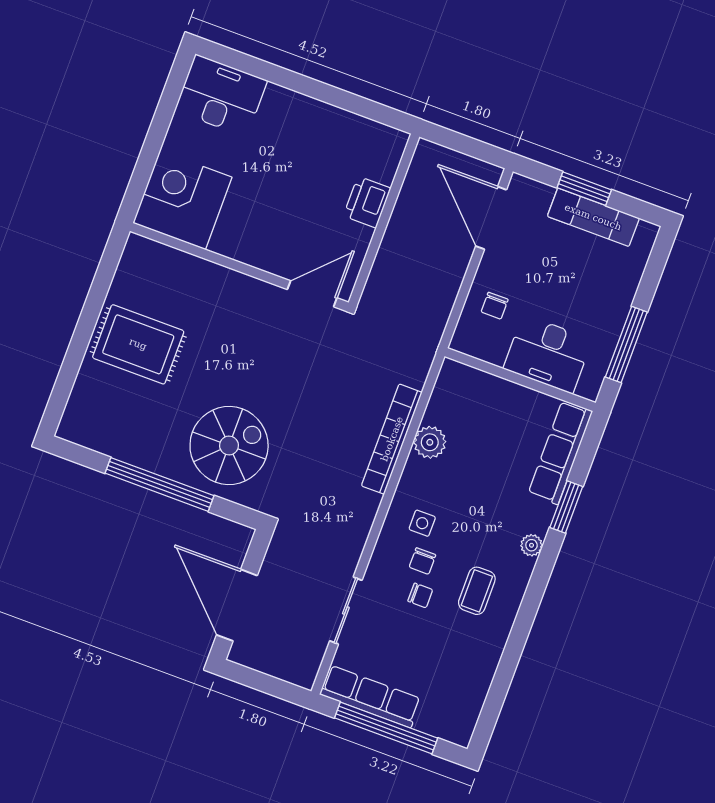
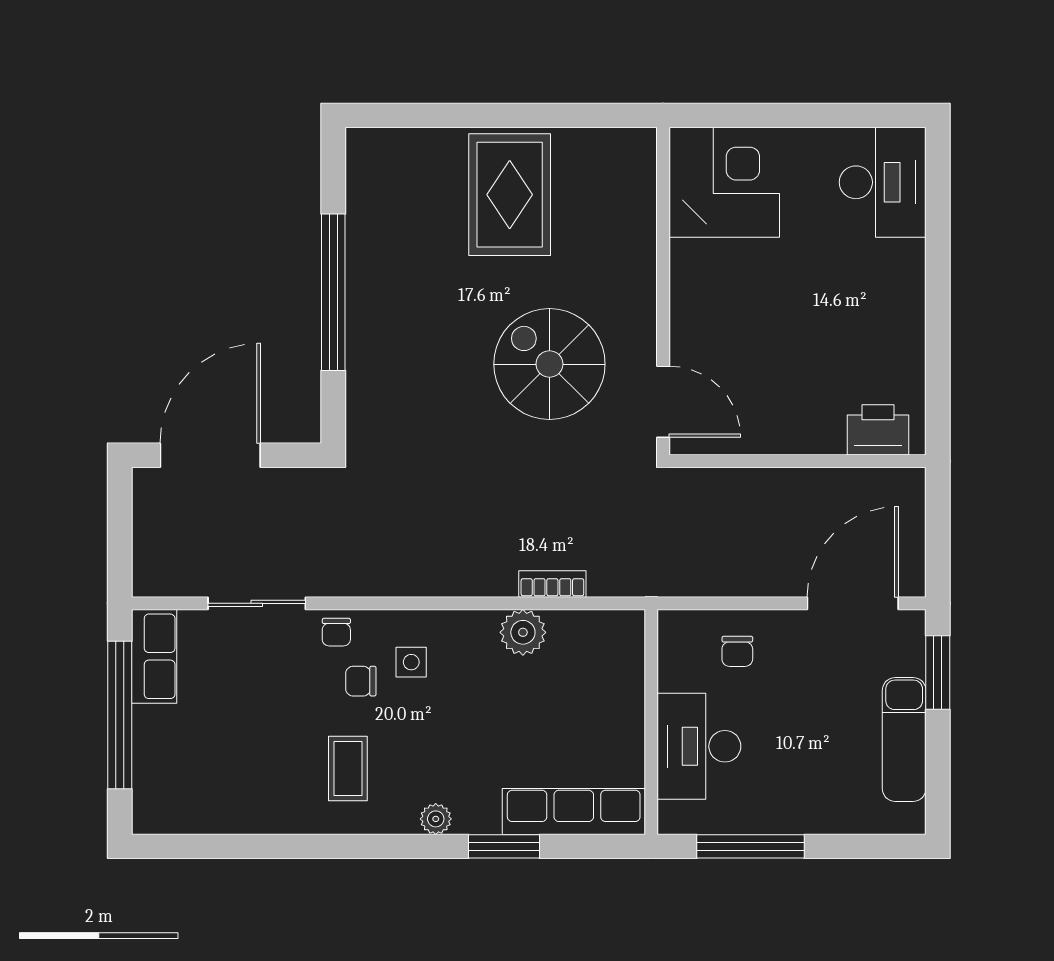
window: (584, 189) -> (938, 672), moved
printer: (367, 202) -> (878, 430), moved
chair: (495, 306) -> (737, 651), turned -90
bookcase: (392, 439) -> (552, 584), width x0.43, depth x0.76
spiral stairs: (229, 446) -> (549, 364), moved, turned 180
coffee table: (477, 591) -> (348, 768), turned 90
chair: (420, 595) -> (336, 632), moved
row of seats: (371, 697) -> (154, 656), width x0.68

